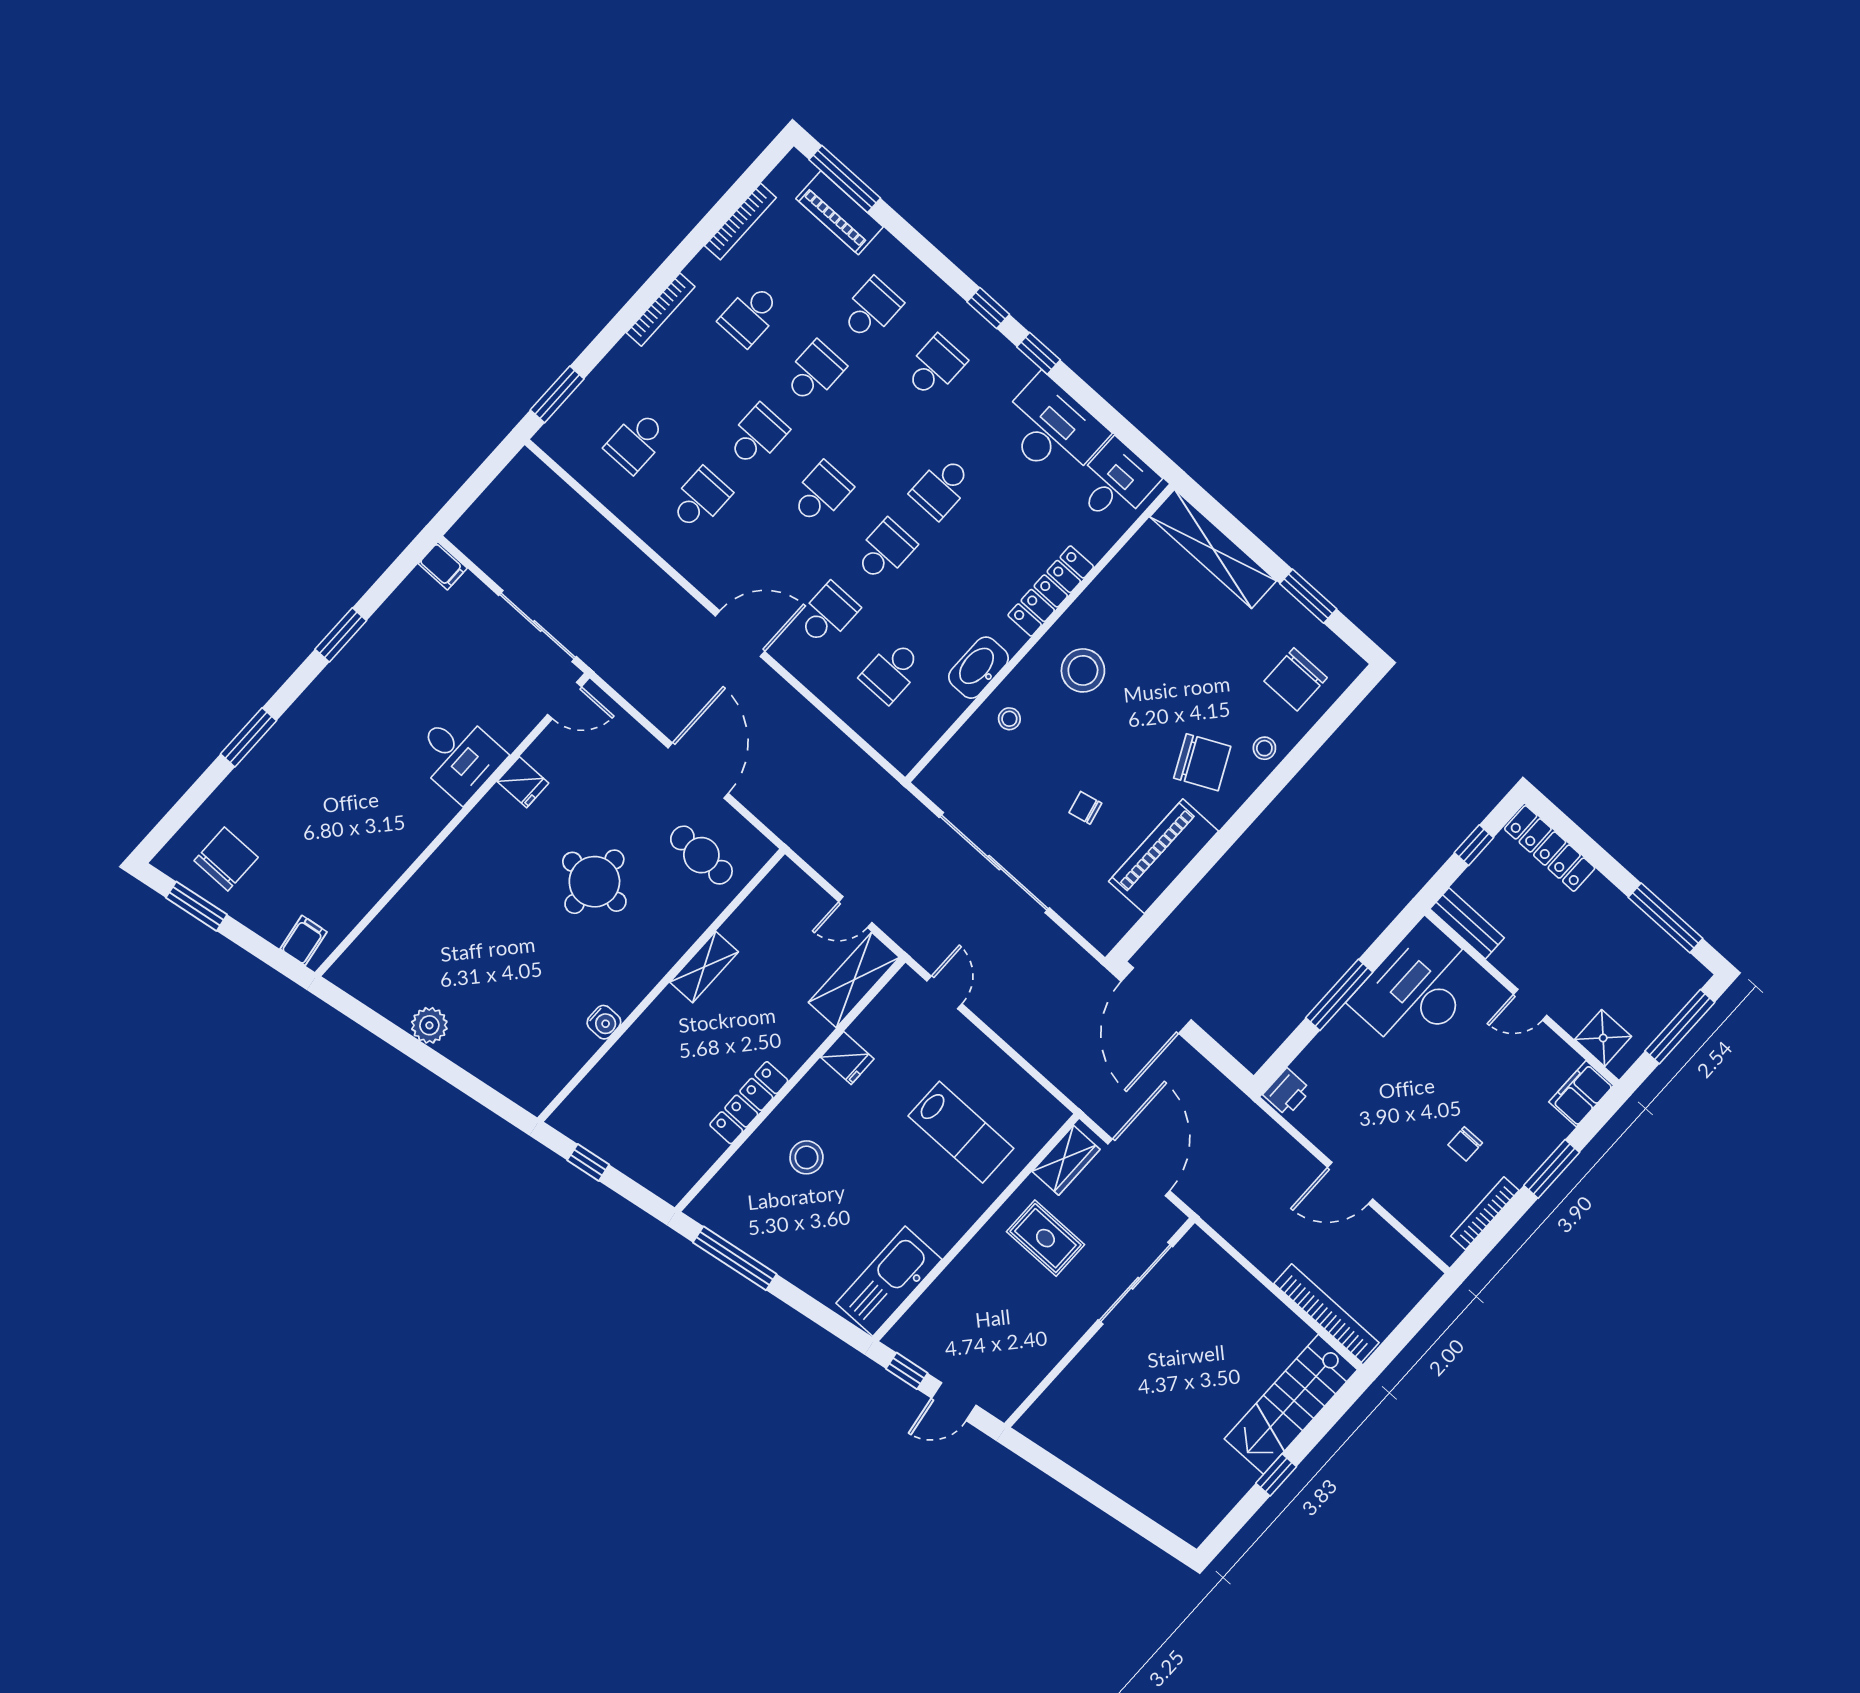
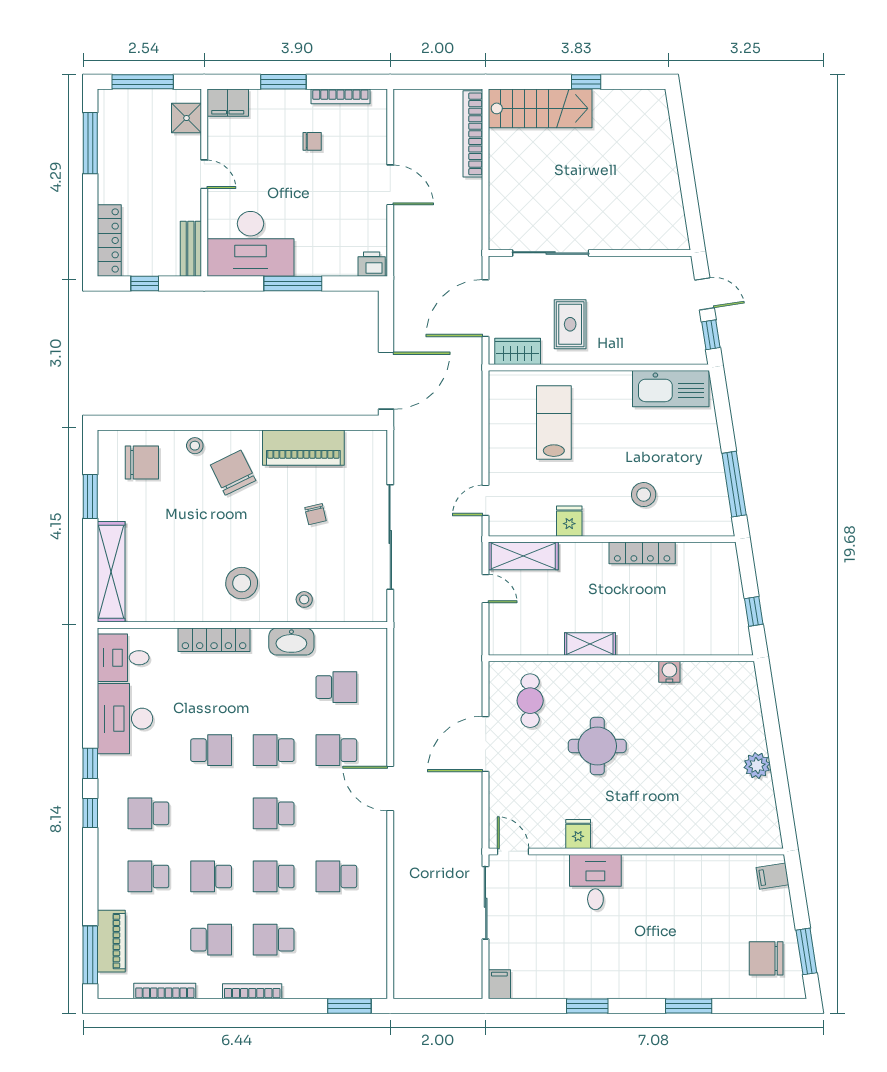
school desk: (636, 442) -> (274, 940), moved, turned 180

